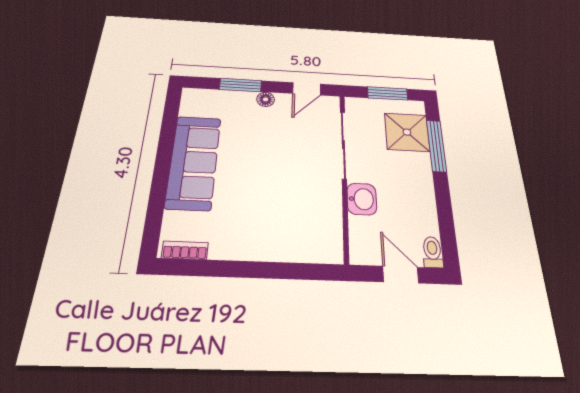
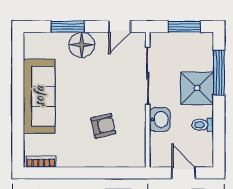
floor lamp: (266, 99) -> (82, 45), width x1.89, depth x1.89
shower: (407, 132) -> (197, 88), moved
armchair: (282, 204) -> (103, 126), added
toilet: (432, 252) -> (203, 125), moved, turned -90

